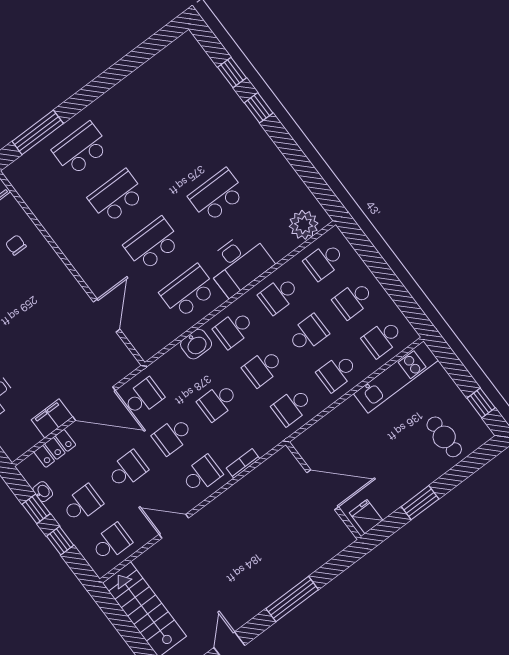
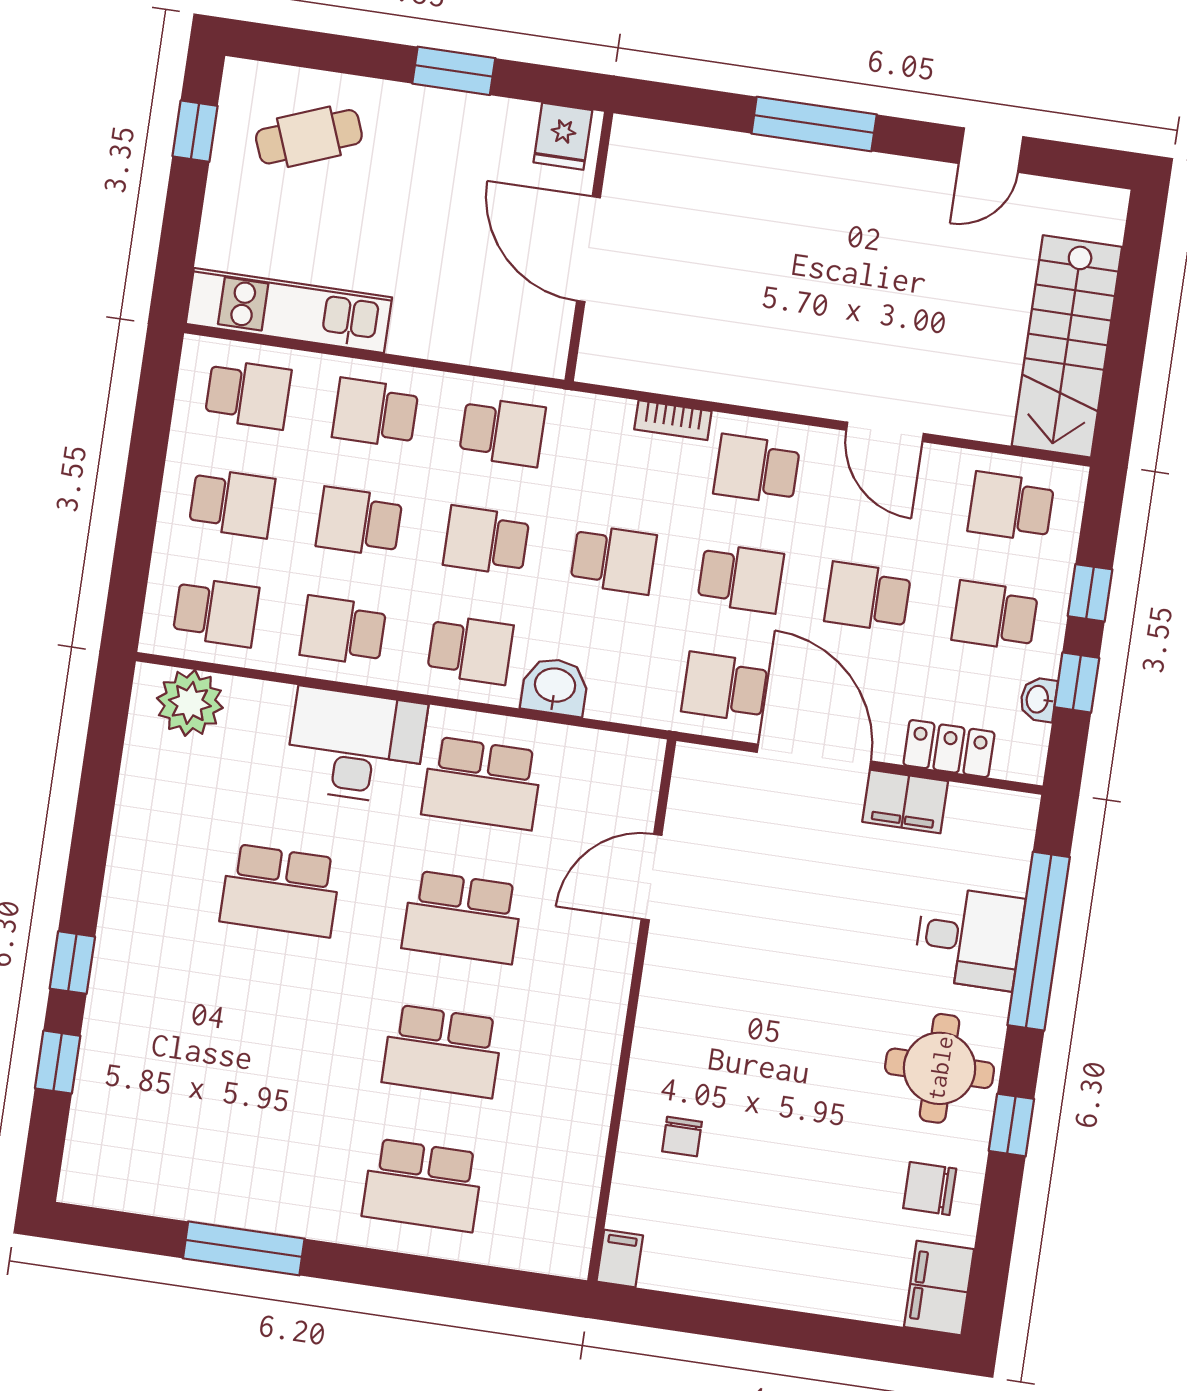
window: (38, 132) -> (244, 1248), moved
school desk: (279, 295) -> (343, 631), turned 180
school desk: (263, 368) -> (486, 541), turned 180
school desk: (337, 372) -> (375, 413), turned 180
cafe table: (444, 437) -> (309, 137), turned 69

